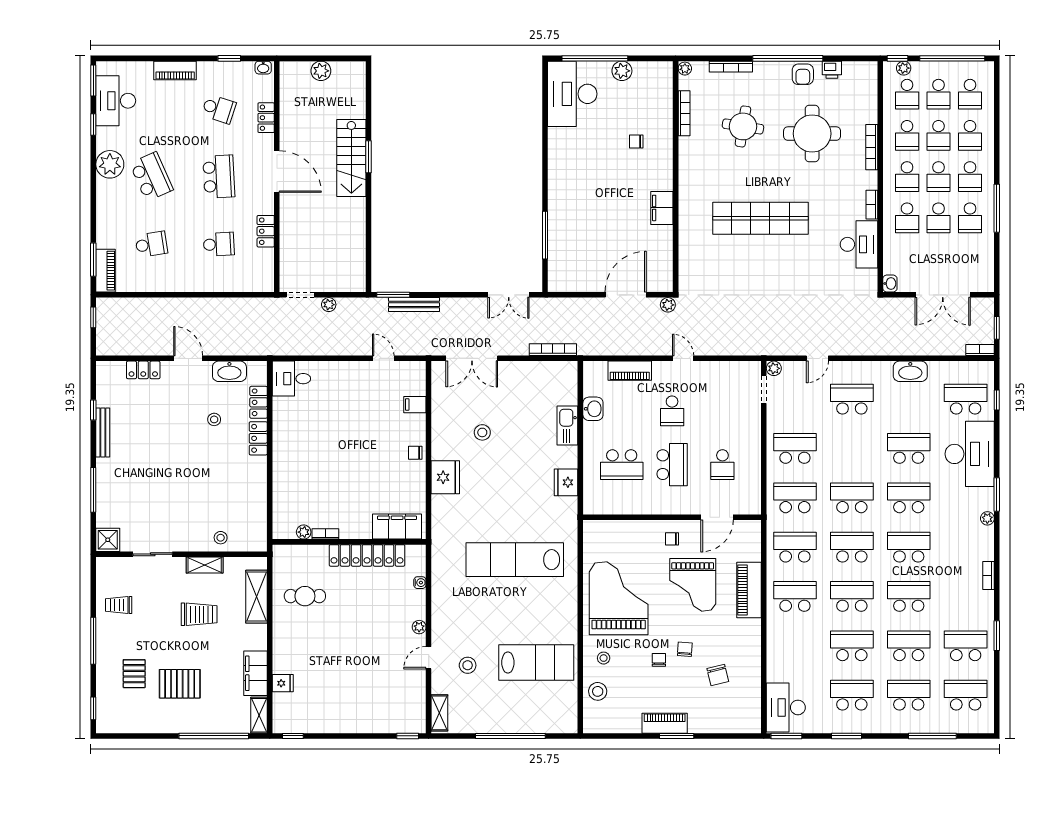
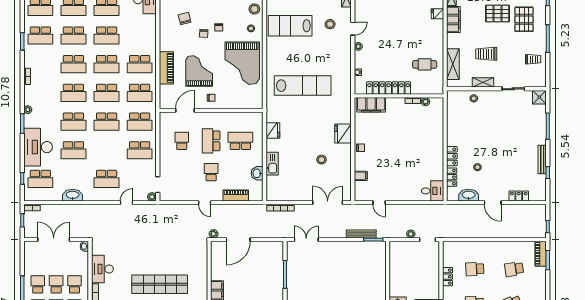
pallet: (134, 674) -> (524, 19), width x1.50, depth x1.42

